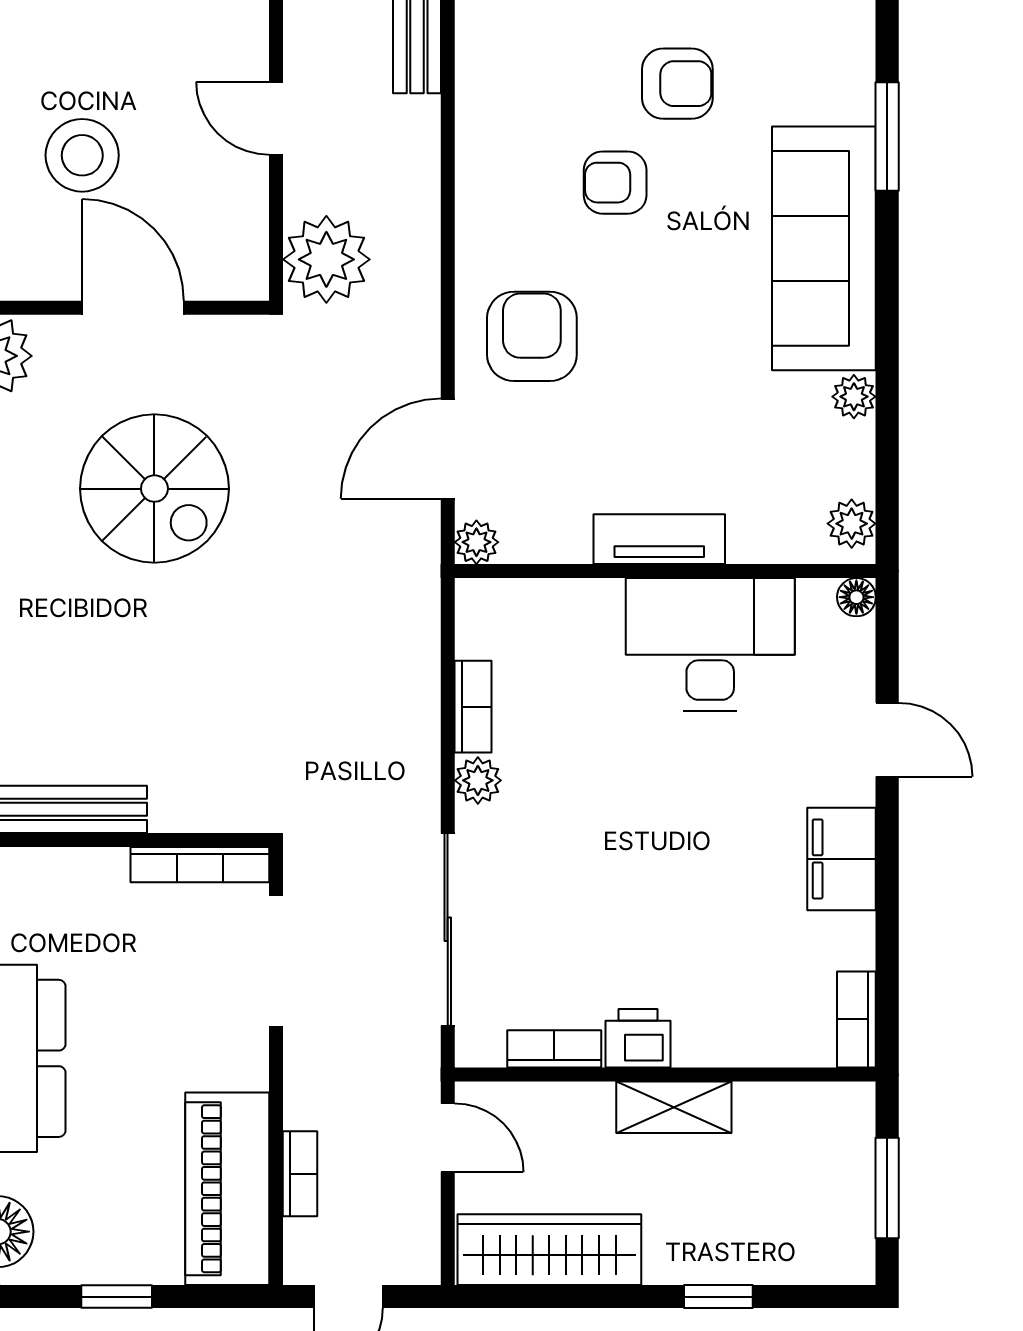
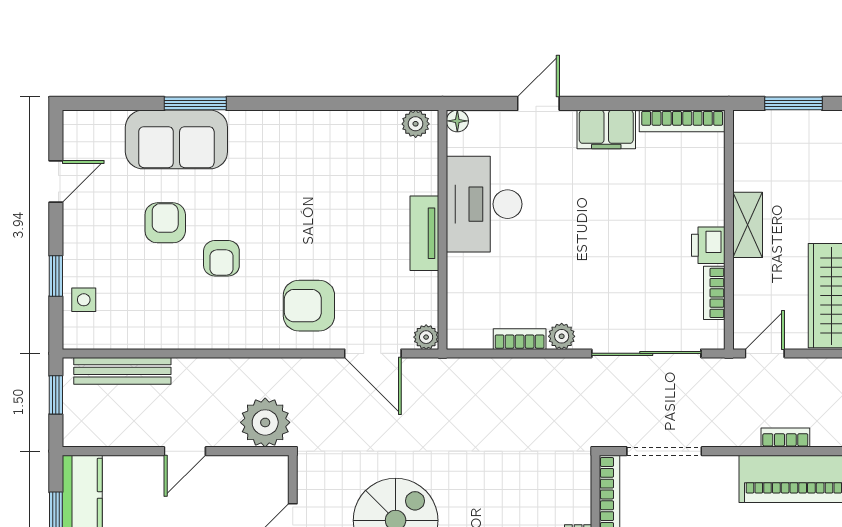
sofa: (824, 248) -> (176, 139), moved, width x0.73
plant: (854, 397) -> (343, 122), removed
bookcase: (856, 1019) -> (682, 121), width x1.56

